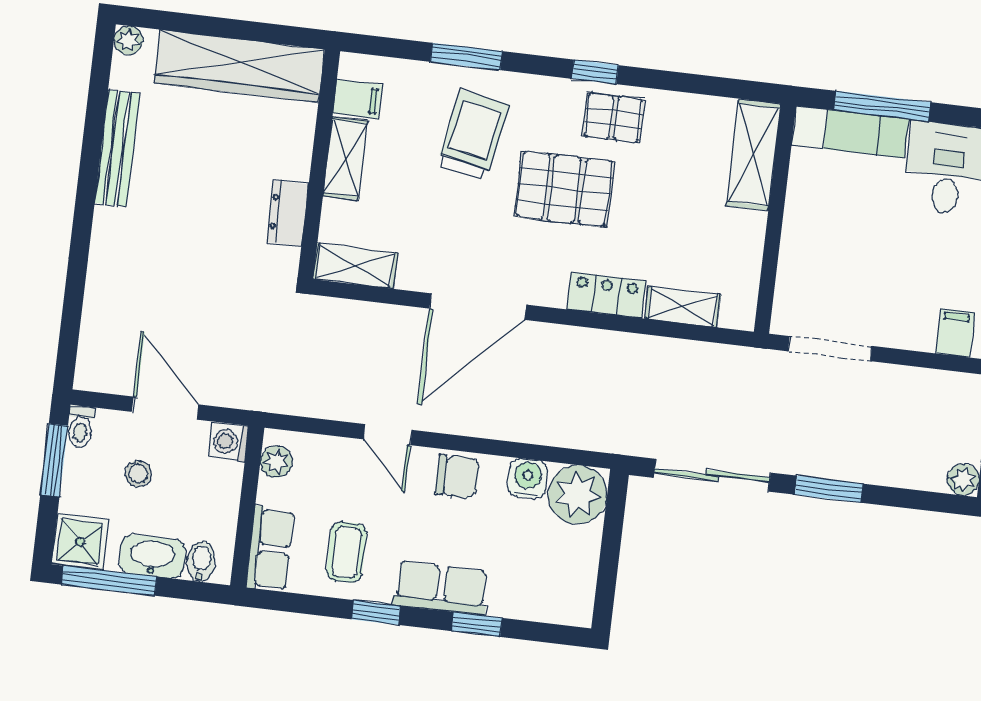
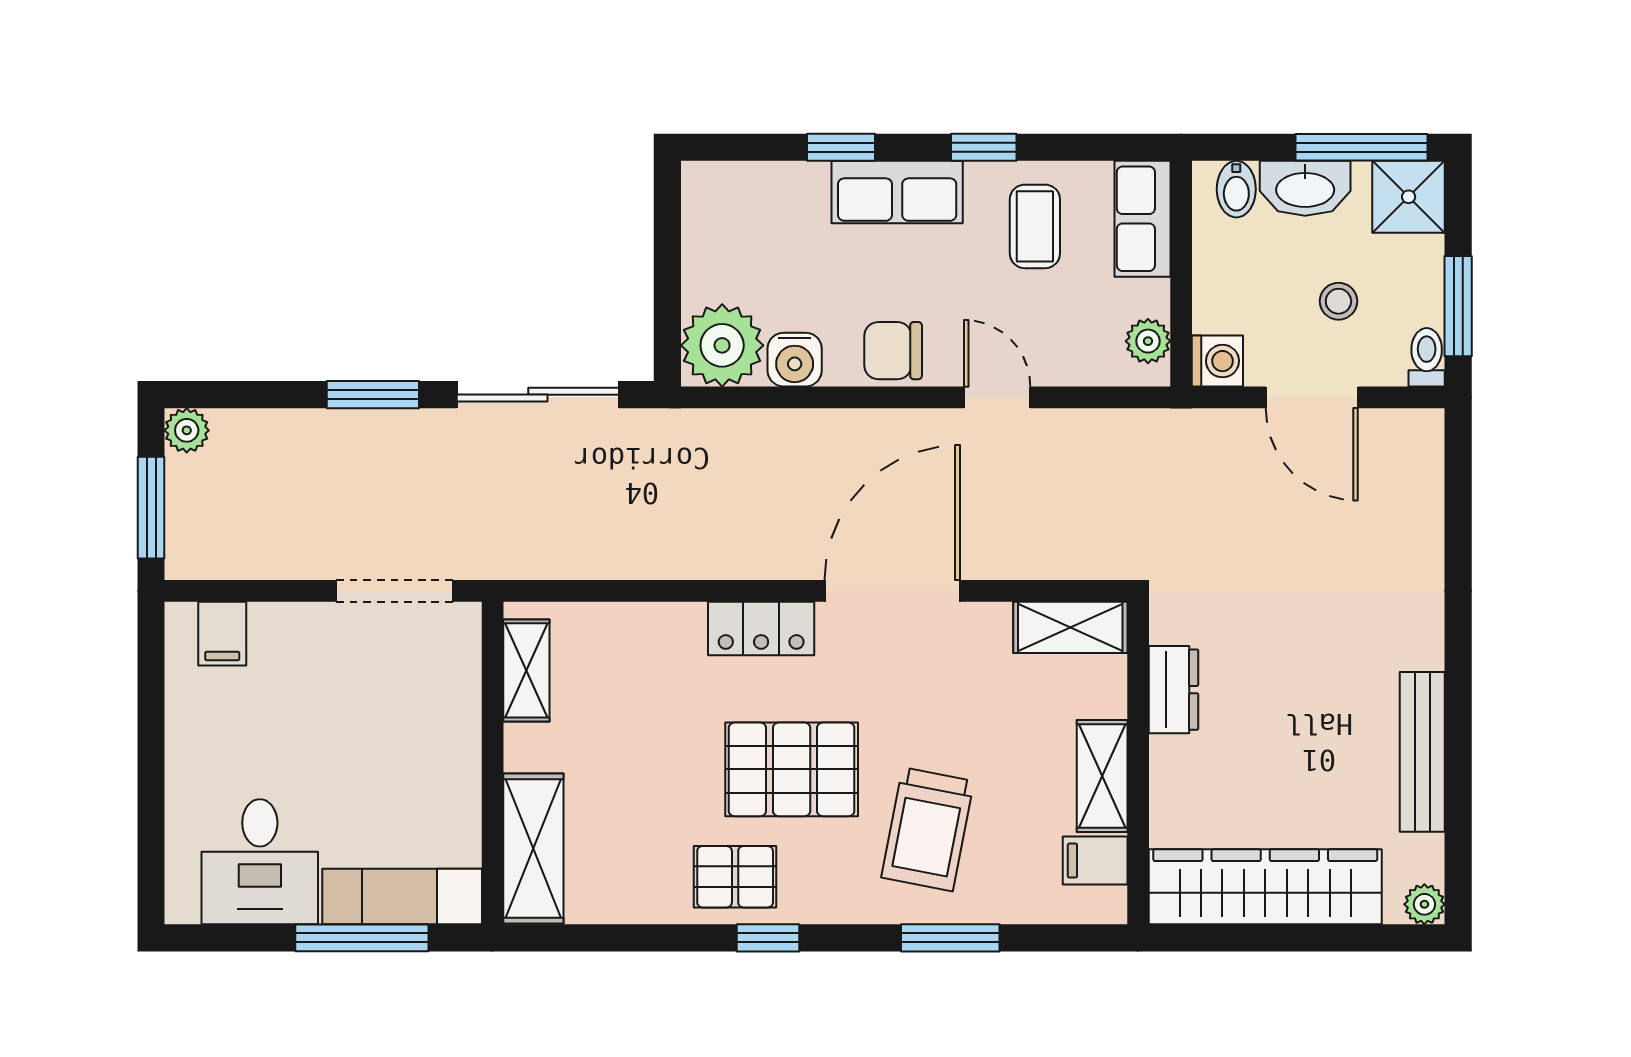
locker: (606, 295) -> (761, 629), moved
shelving: (683, 307) -> (526, 670), moved, turned 90

